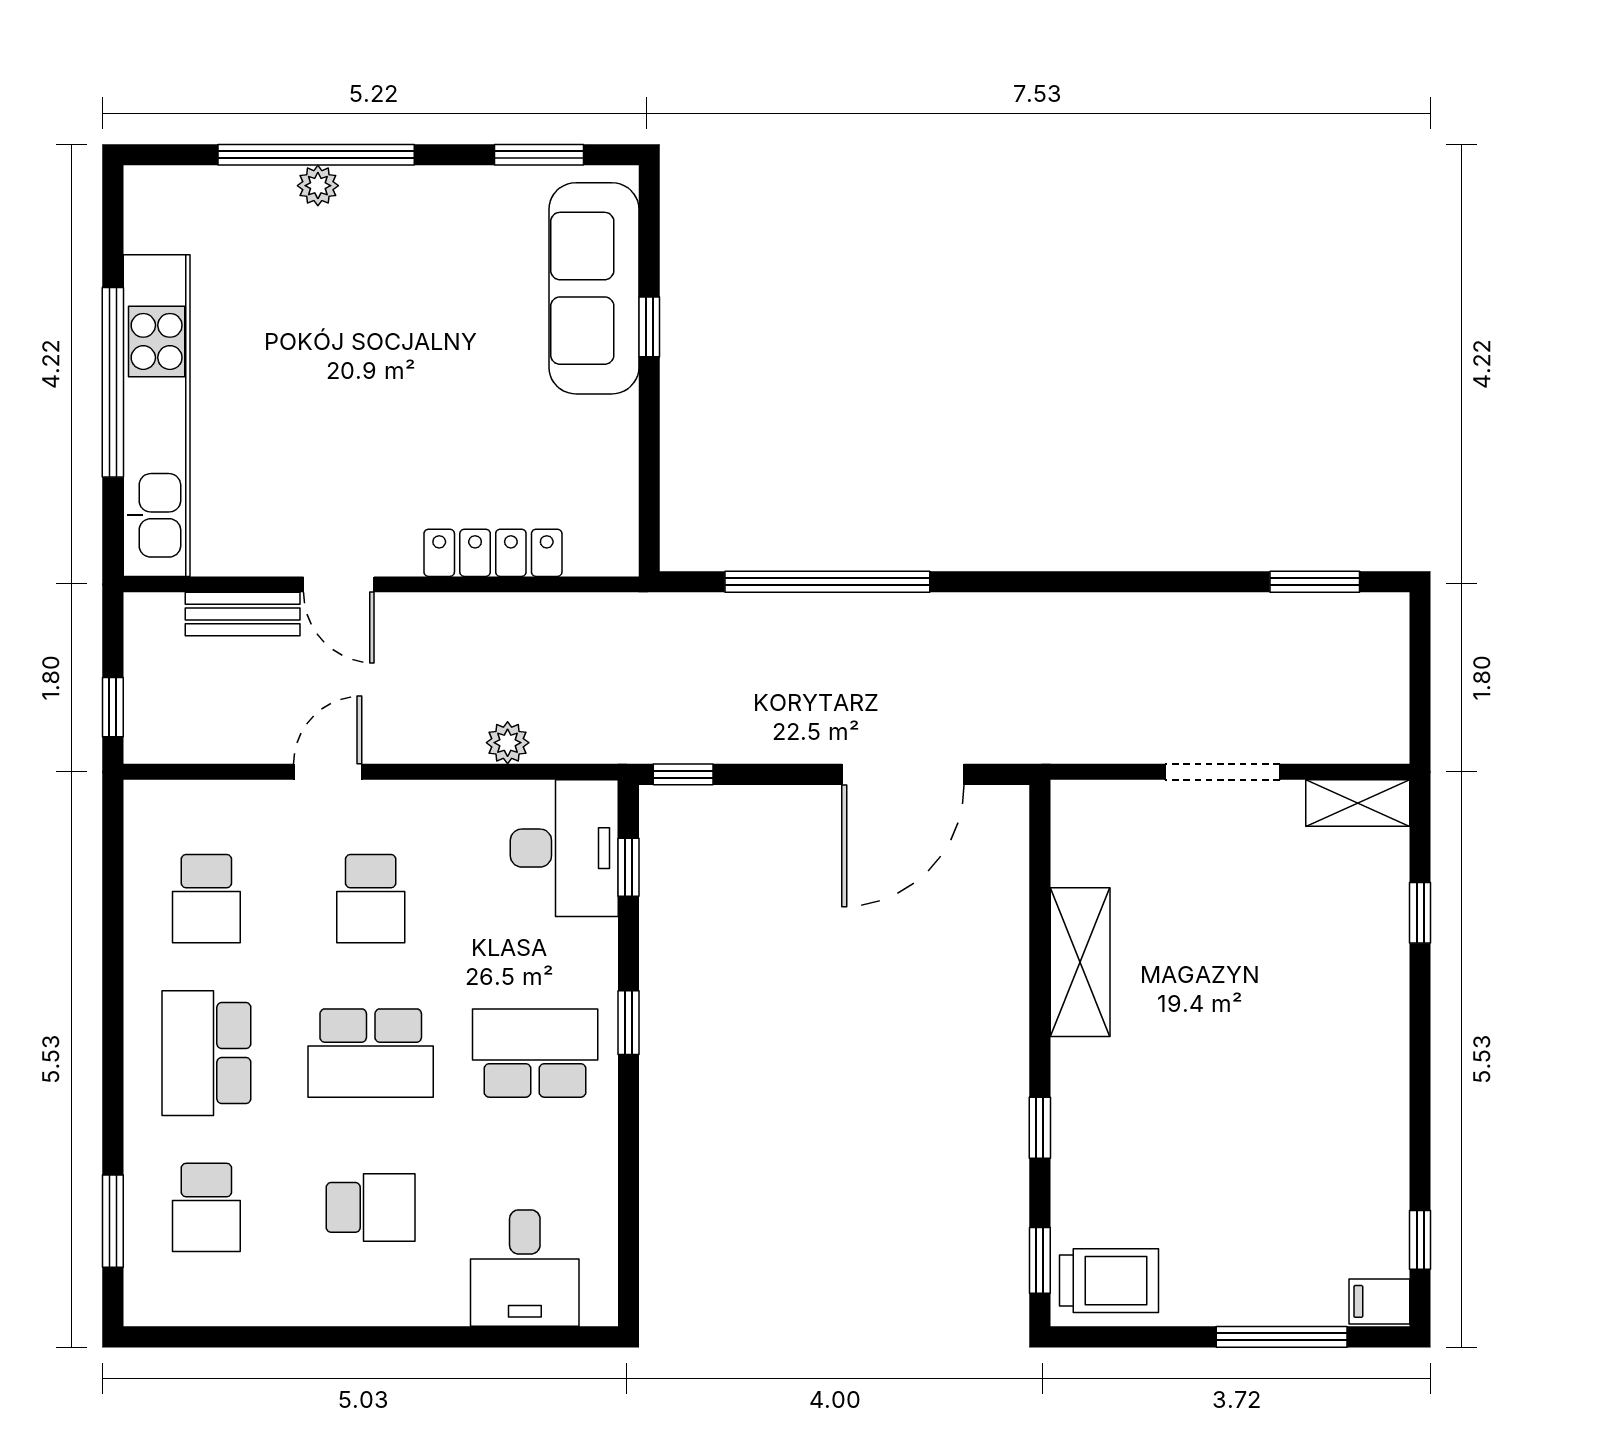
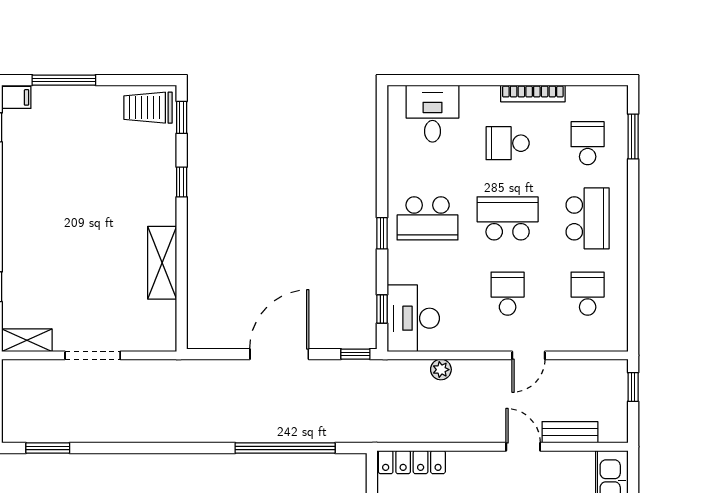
locker: (493, 553) -> (412, 462), moved
door: (903, 774) -> (279, 354), moved
bookcase: (319, 1309) -> (533, 93), added

